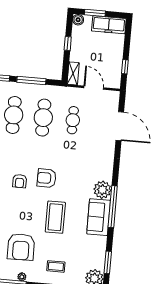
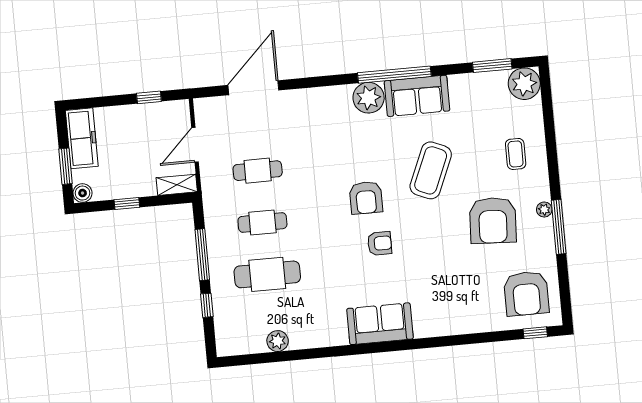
cafe table: (43, 118) -> (262, 223), width x0.73, depth x0.74
coffee table: (55, 217) -> (431, 170), turned -67
armchair: (21, 247) -> (493, 220), turned 94

